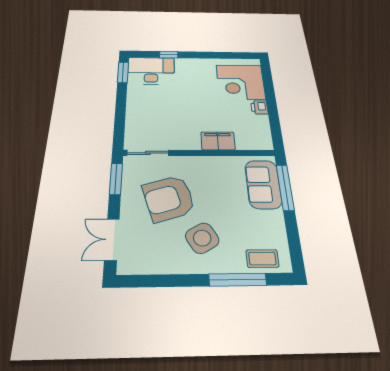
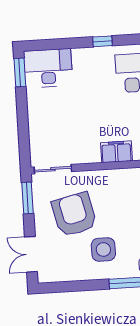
window: (169, 55) -> (102, 41), moved
armchair: (169, 198) -> (74, 214), turned 94
side table: (202, 238) -> (103, 249), turned 30

